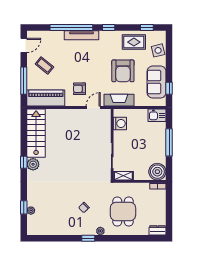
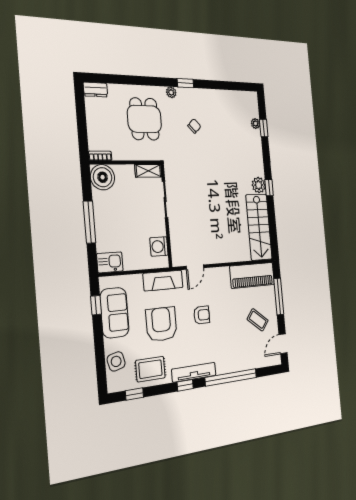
tv unit: (82, 35) -> (194, 372), moved
armchair: (80, 89) -> (202, 315), moved

